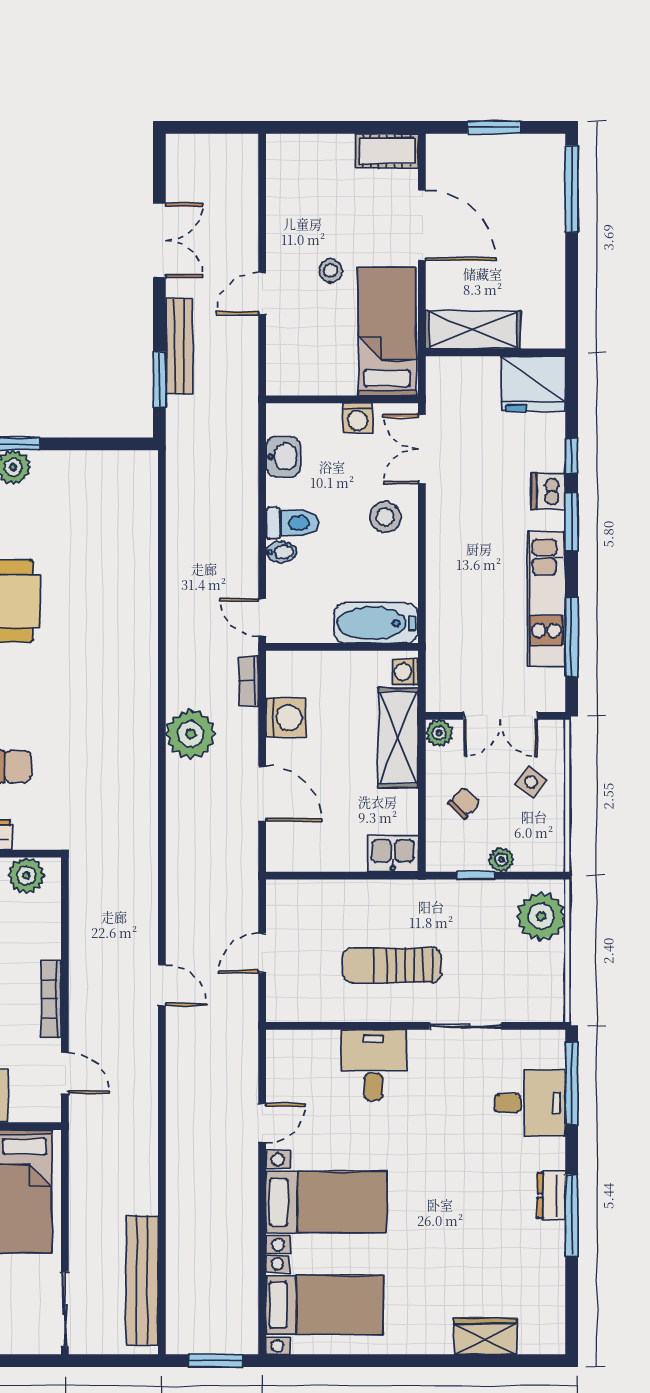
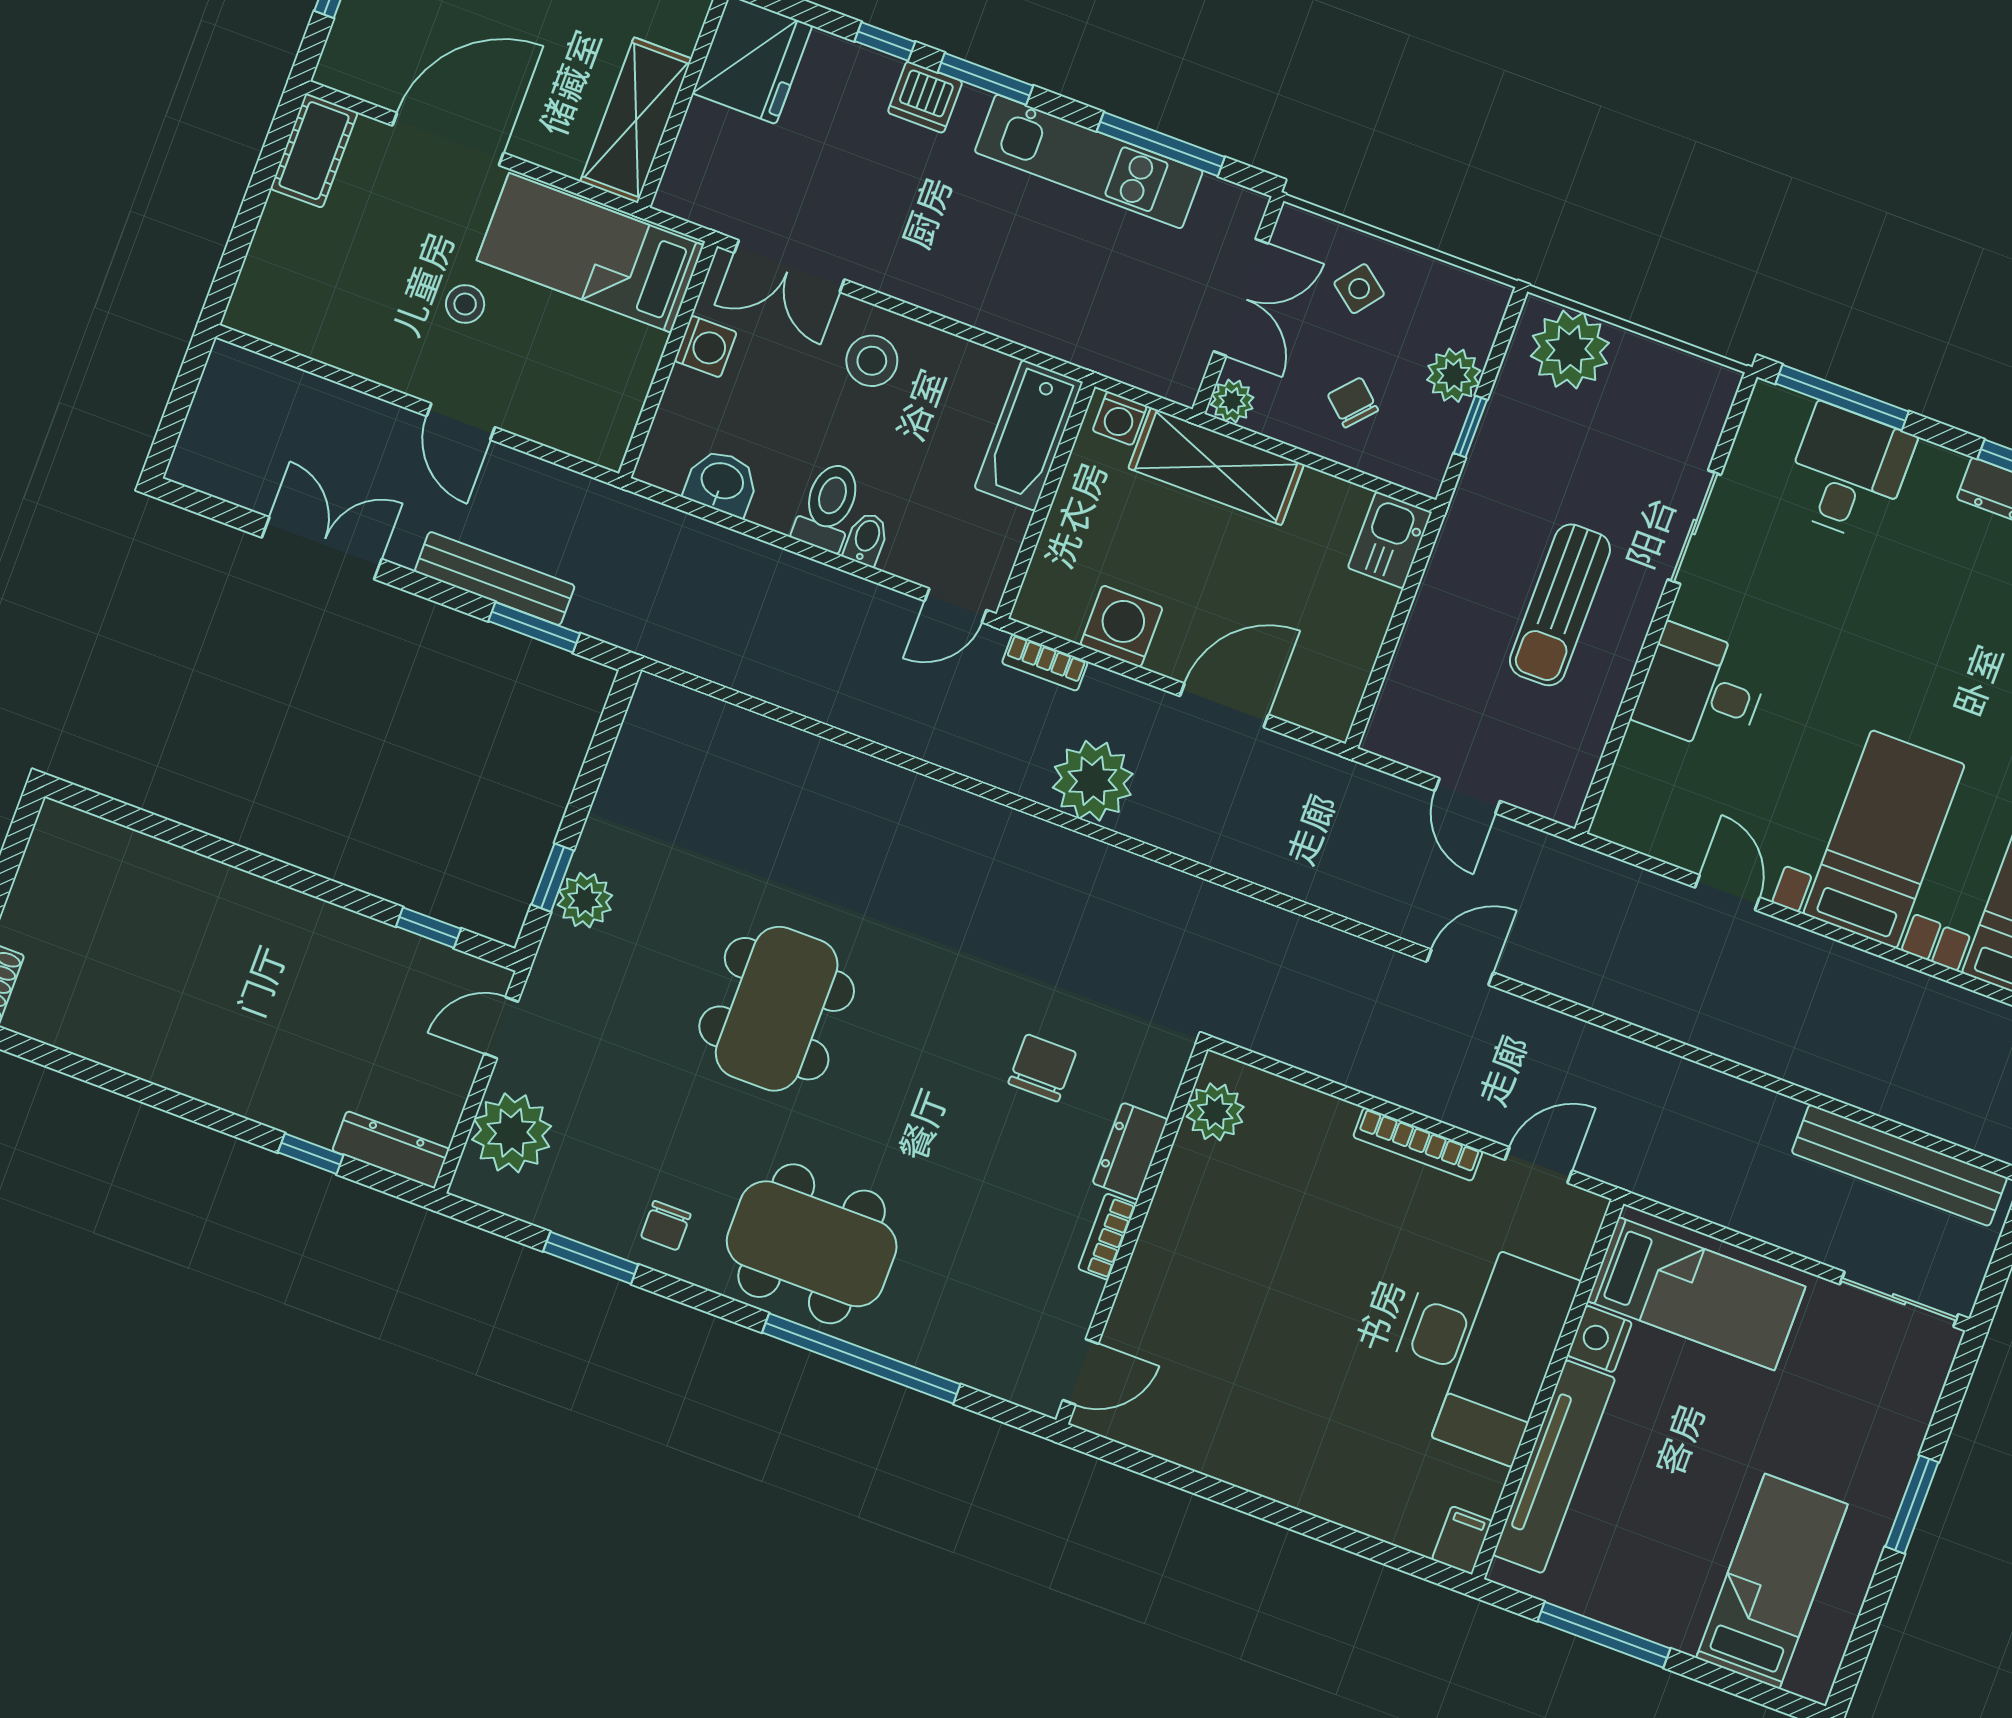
plant: (501, 860) -> (1454, 375), width x1.38, depth x1.38

